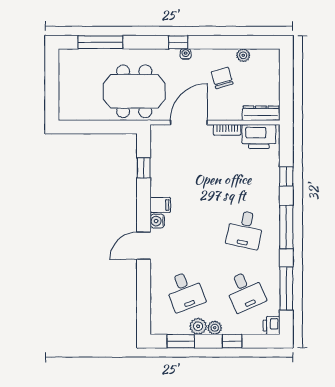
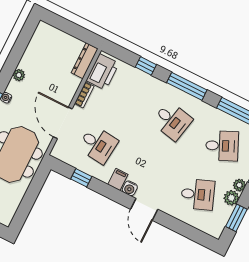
plant: (243, 55) -> (19, 75), moved
chair: (222, 78) -> (40, 78), removed
desk: (185, 168) -> (98, 144), added

